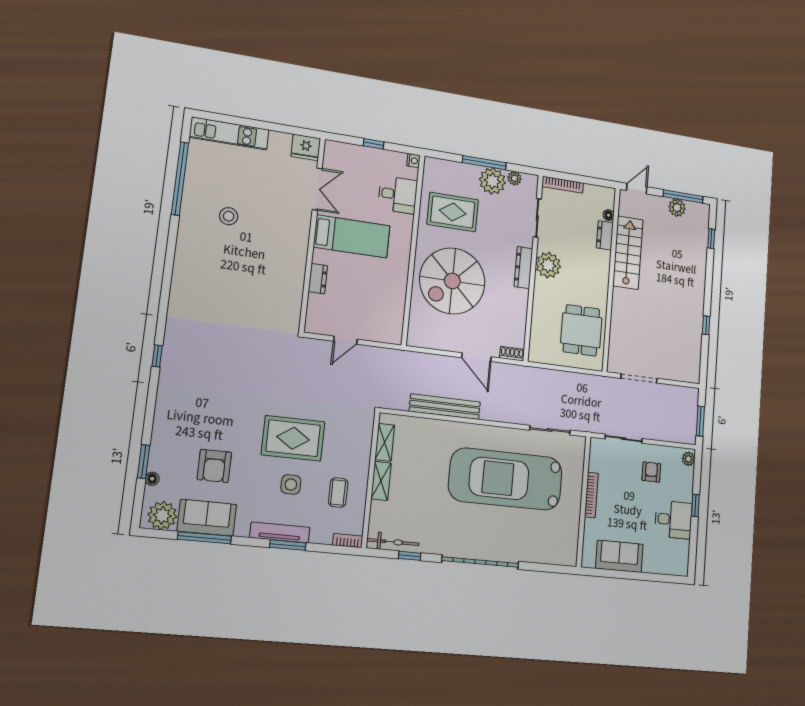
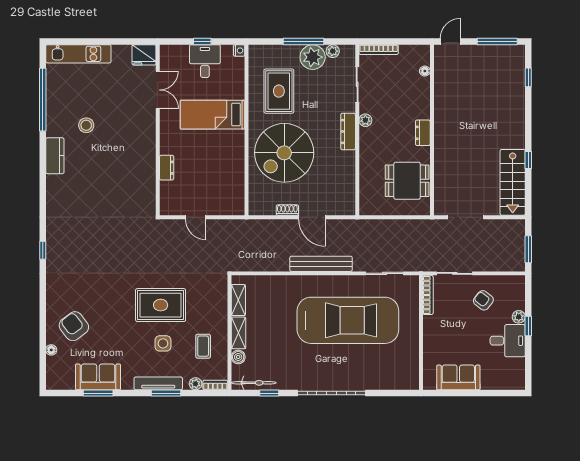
desk: (398, 195) -> (205, 61), moved, turned -90
plant: (677, 208) -> (492, 53), removed
rug: (453, 212) -> (279, 91), turned 90
dresser: (605, 235) -> (423, 133), moved
bed: (352, 236) -> (212, 115), moved, turned 180
kitchen counter: (186, 246) -> (55, 156), added
stairs: (628, 253) -> (513, 182), moved, turned 180
plant: (548, 265) -> (365, 120), width x0.53, depth x0.53
dining table: (581, 330) -> (407, 181), turned 90
door: (345, 340) -> (196, 217), hinge flipped
shoe rack: (512, 354) -> (287, 210), moved
bench: (445, 407) -> (321, 264), moved
plant: (688, 459) -> (519, 317), moved
window: (143, 462) -> (43, 337), removed
armchair: (214, 466) -> (74, 326), moved, turned 143
armchair: (651, 472) -> (483, 300), turned -52
car: (506, 479) -> (348, 320), turned 180
bookcase: (591, 495) -> (428, 295), moved
boiler: (378, 509) -> (238, 357), added
plant: (162, 515) -> (196, 384), moved, width x0.53, depth x0.53
window: (205, 538) -> (98, 393), width x0.69

